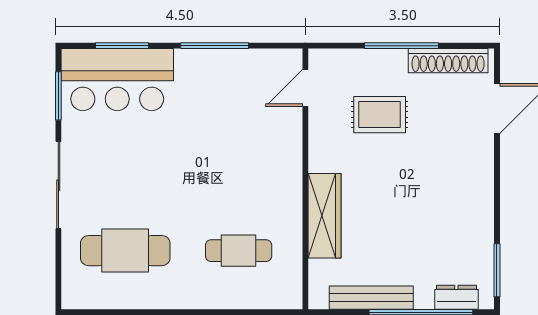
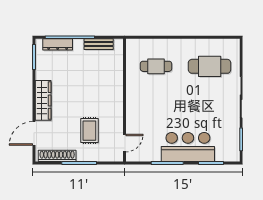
bar counter: (117, 80) -> (188, 147), moved
rug: (380, 115) -> (89, 131), turned 90
wardrobe: (325, 216) -> (43, 100), moved, turned 180
dresser: (456, 297) -> (58, 44), width x1.44
bench: (371, 298) -> (99, 44), width x0.73

